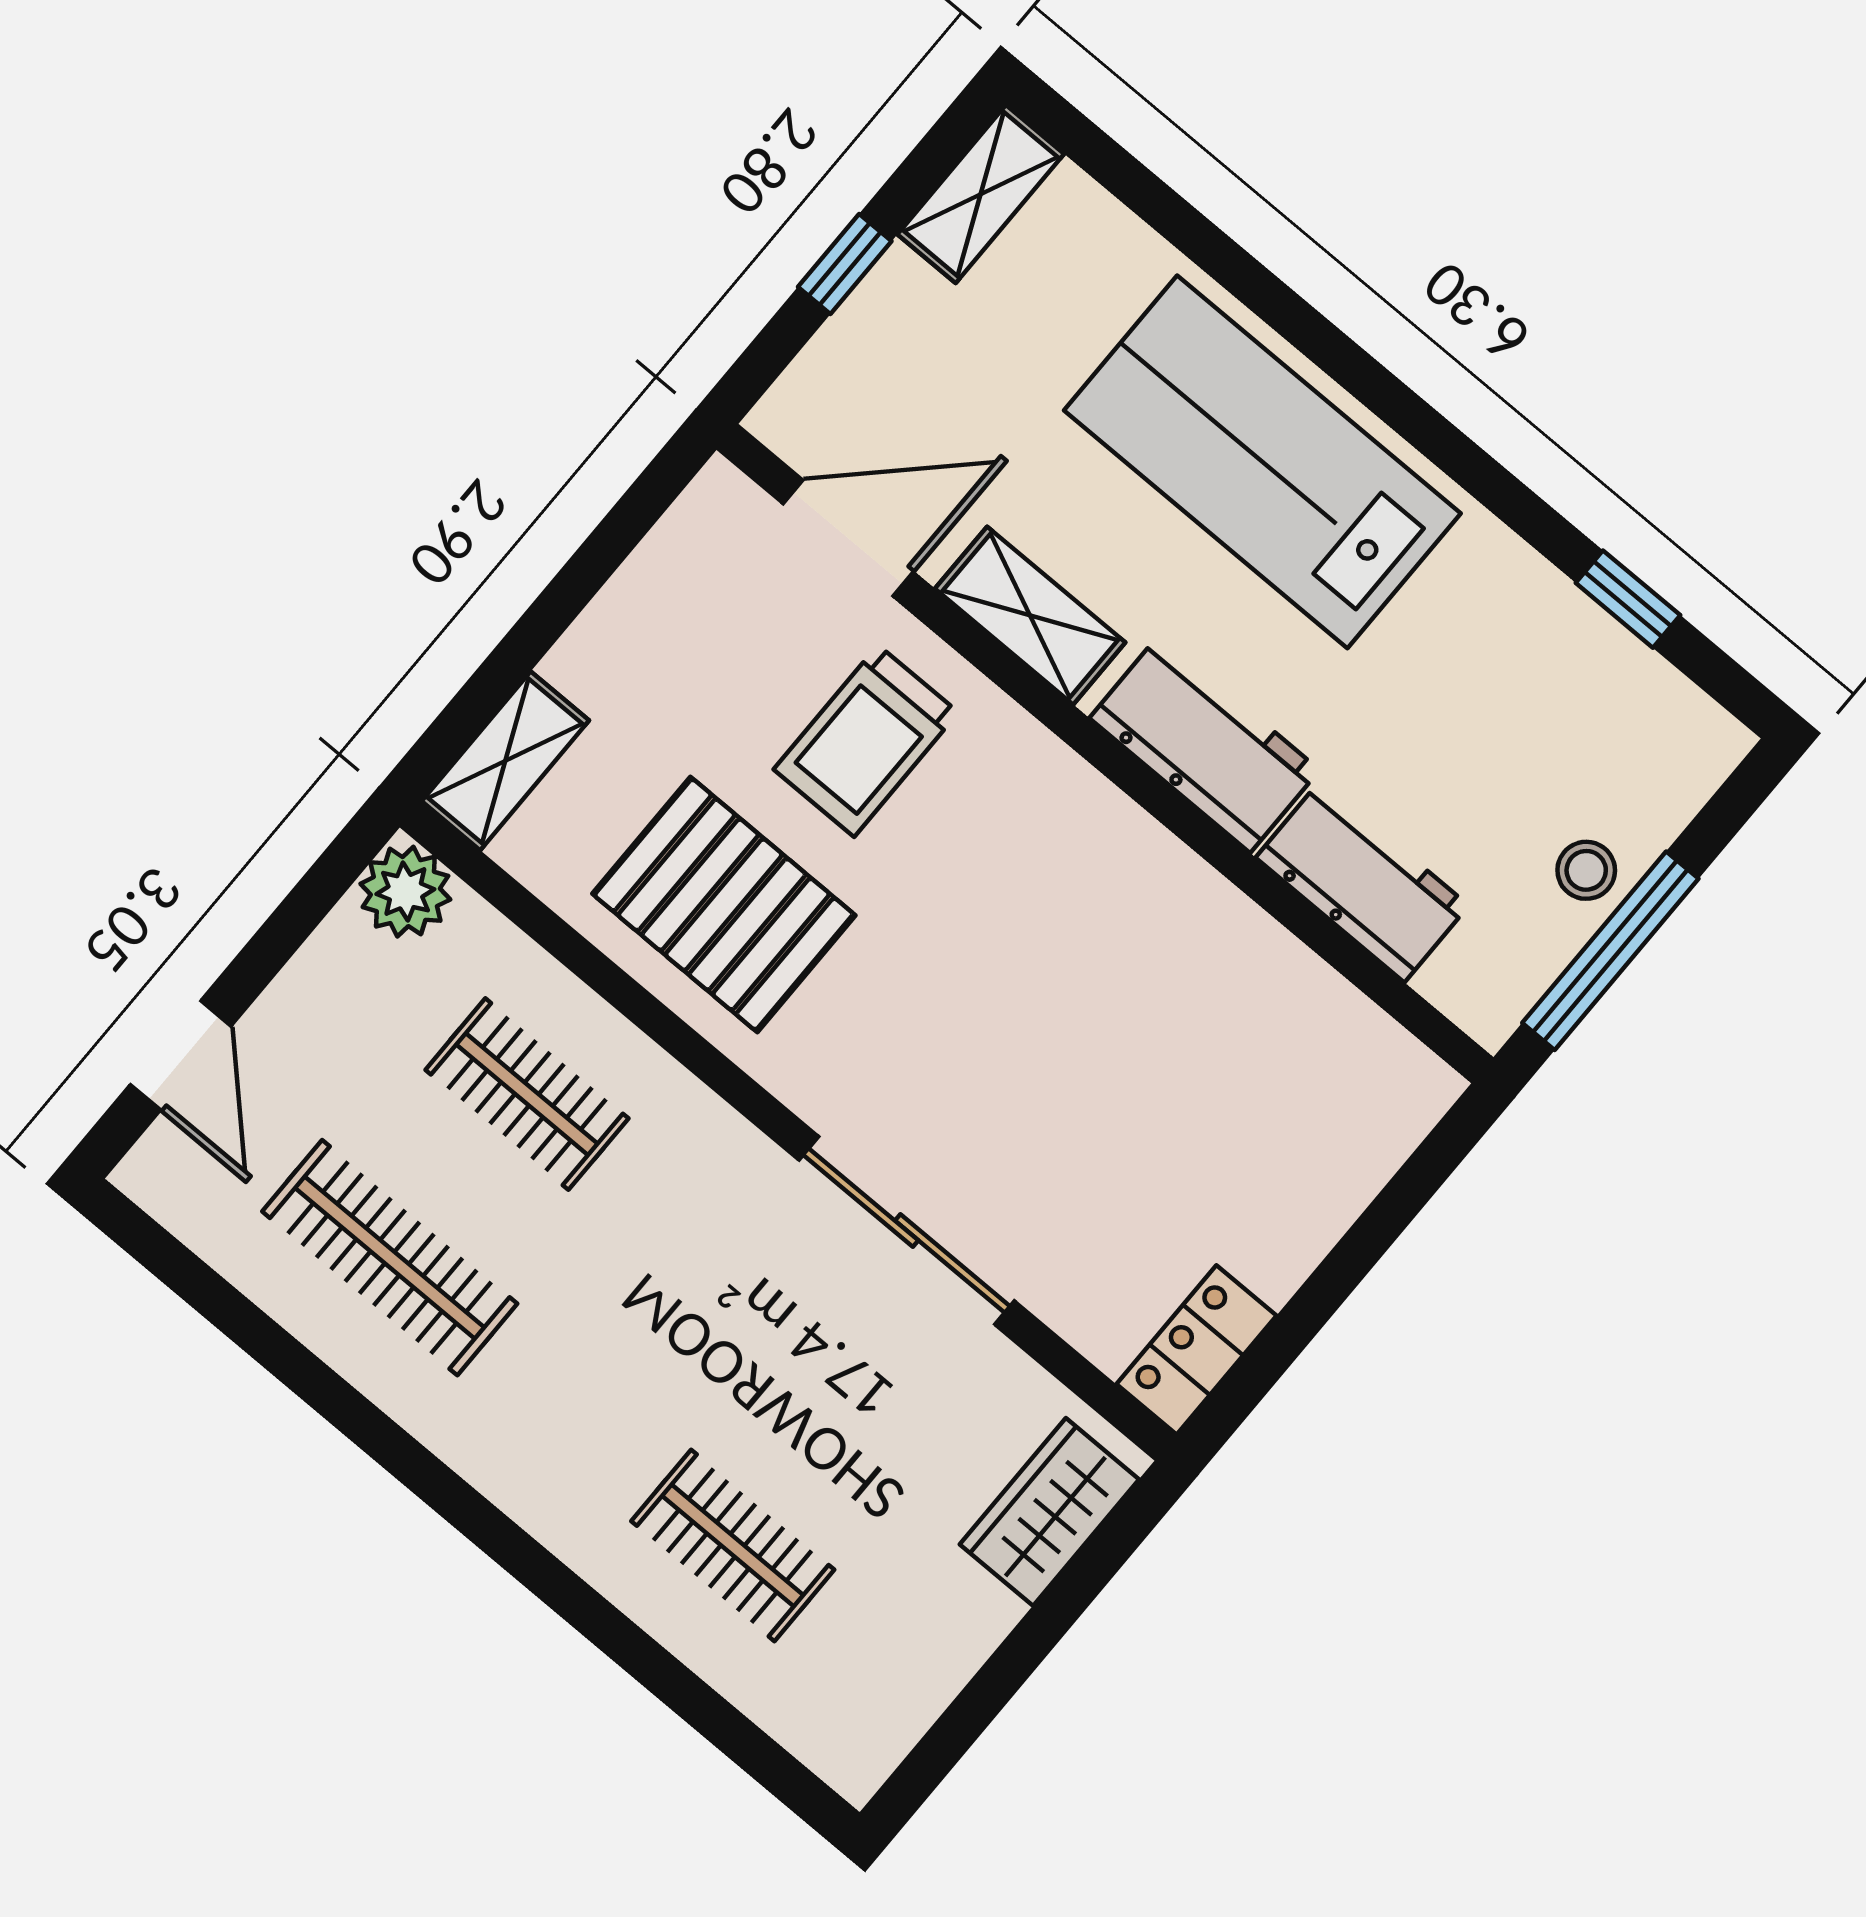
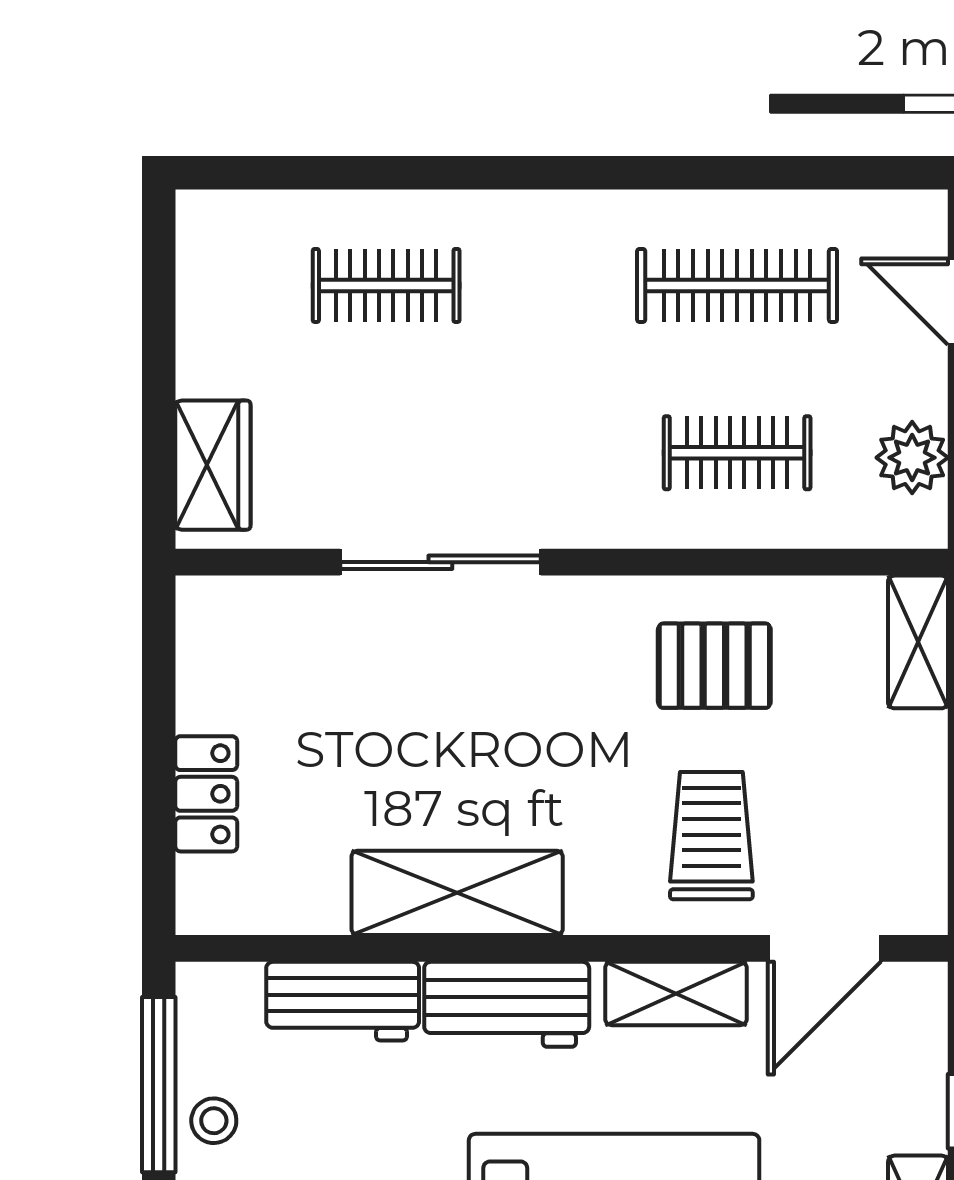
plant: (405, 892) -> (912, 458), moved
shelving: (1162, 894) -> (457, 893), added
pallet: (724, 905) -> (714, 666), width x0.67, depth x0.71
locker: (1196, 1350) -> (206, 794), moved

